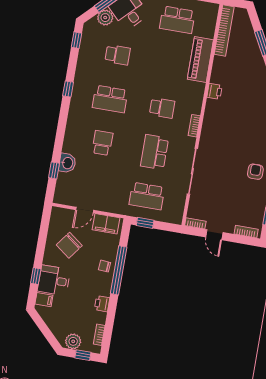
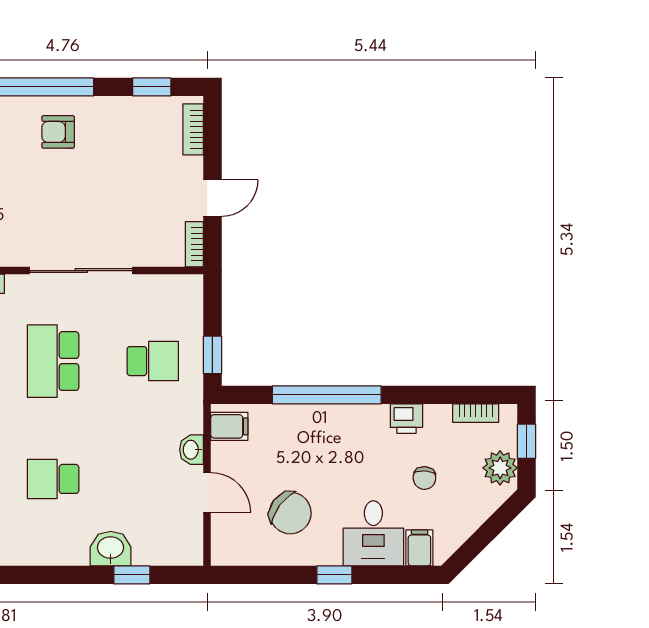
school desk: (154, 152) -> (53, 361), turned 90
school desk: (147, 196) -> (153, 361), width x0.54
washbasin: (105, 206) -> (191, 450), added
filing cabinet: (106, 224) -> (229, 426), width x0.50
chair: (105, 266) -> (424, 478), moved
window: (36, 276) -> (334, 575), moved

